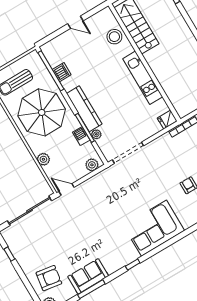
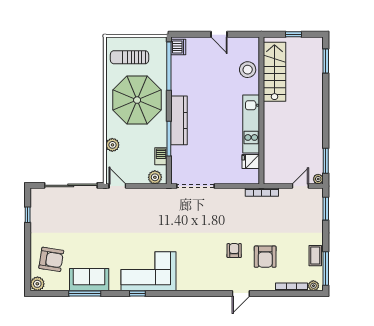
dishwasher: (62, 72) -> (178, 47), moved
fridge: (167, 120) -> (251, 161), moved
plant: (96, 134) -> (176, 151), removed
barbecue: (81, 136) -> (161, 156), moved
corner sofa: (154, 228) -> (148, 271), moved

